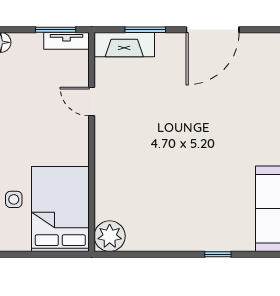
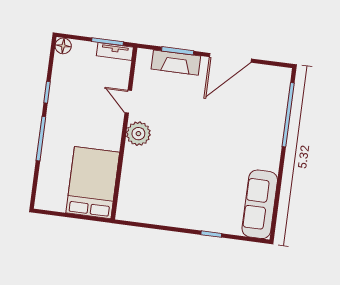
fireplace: (124, 45) -> (176, 63), moved
side table: (14, 199) -> (57, 170), removed
plant: (110, 236) -> (138, 134), moved

